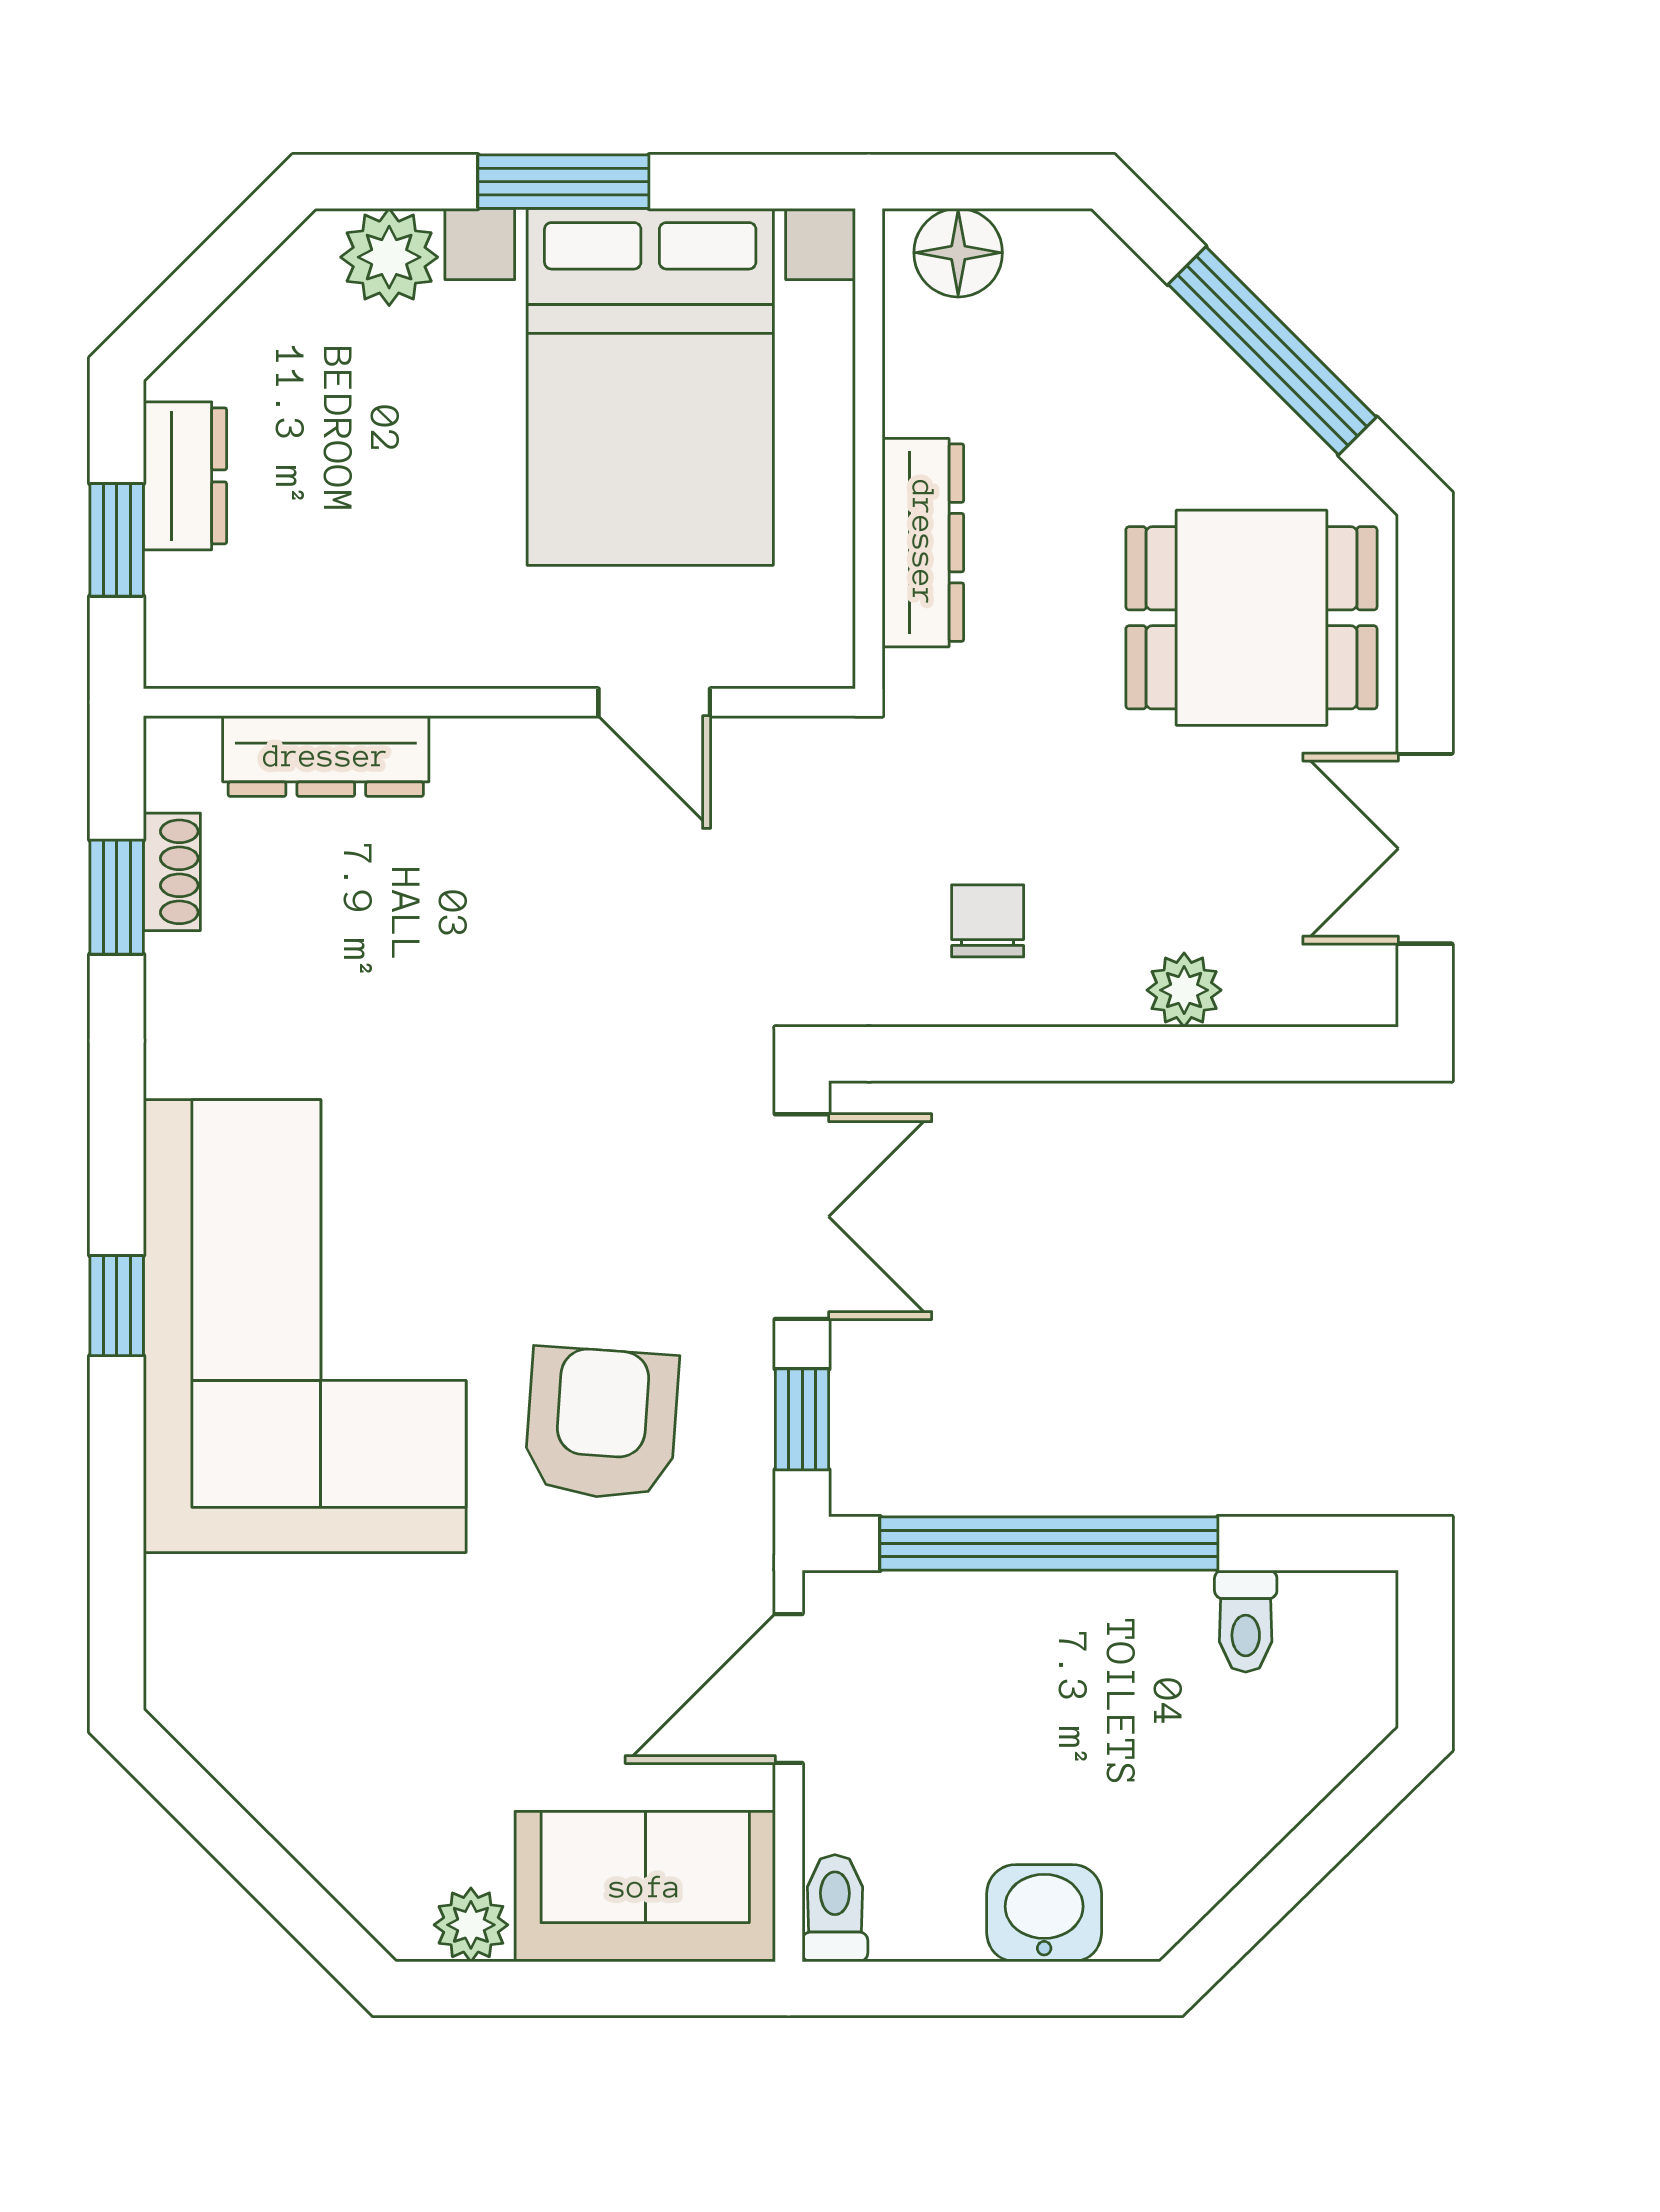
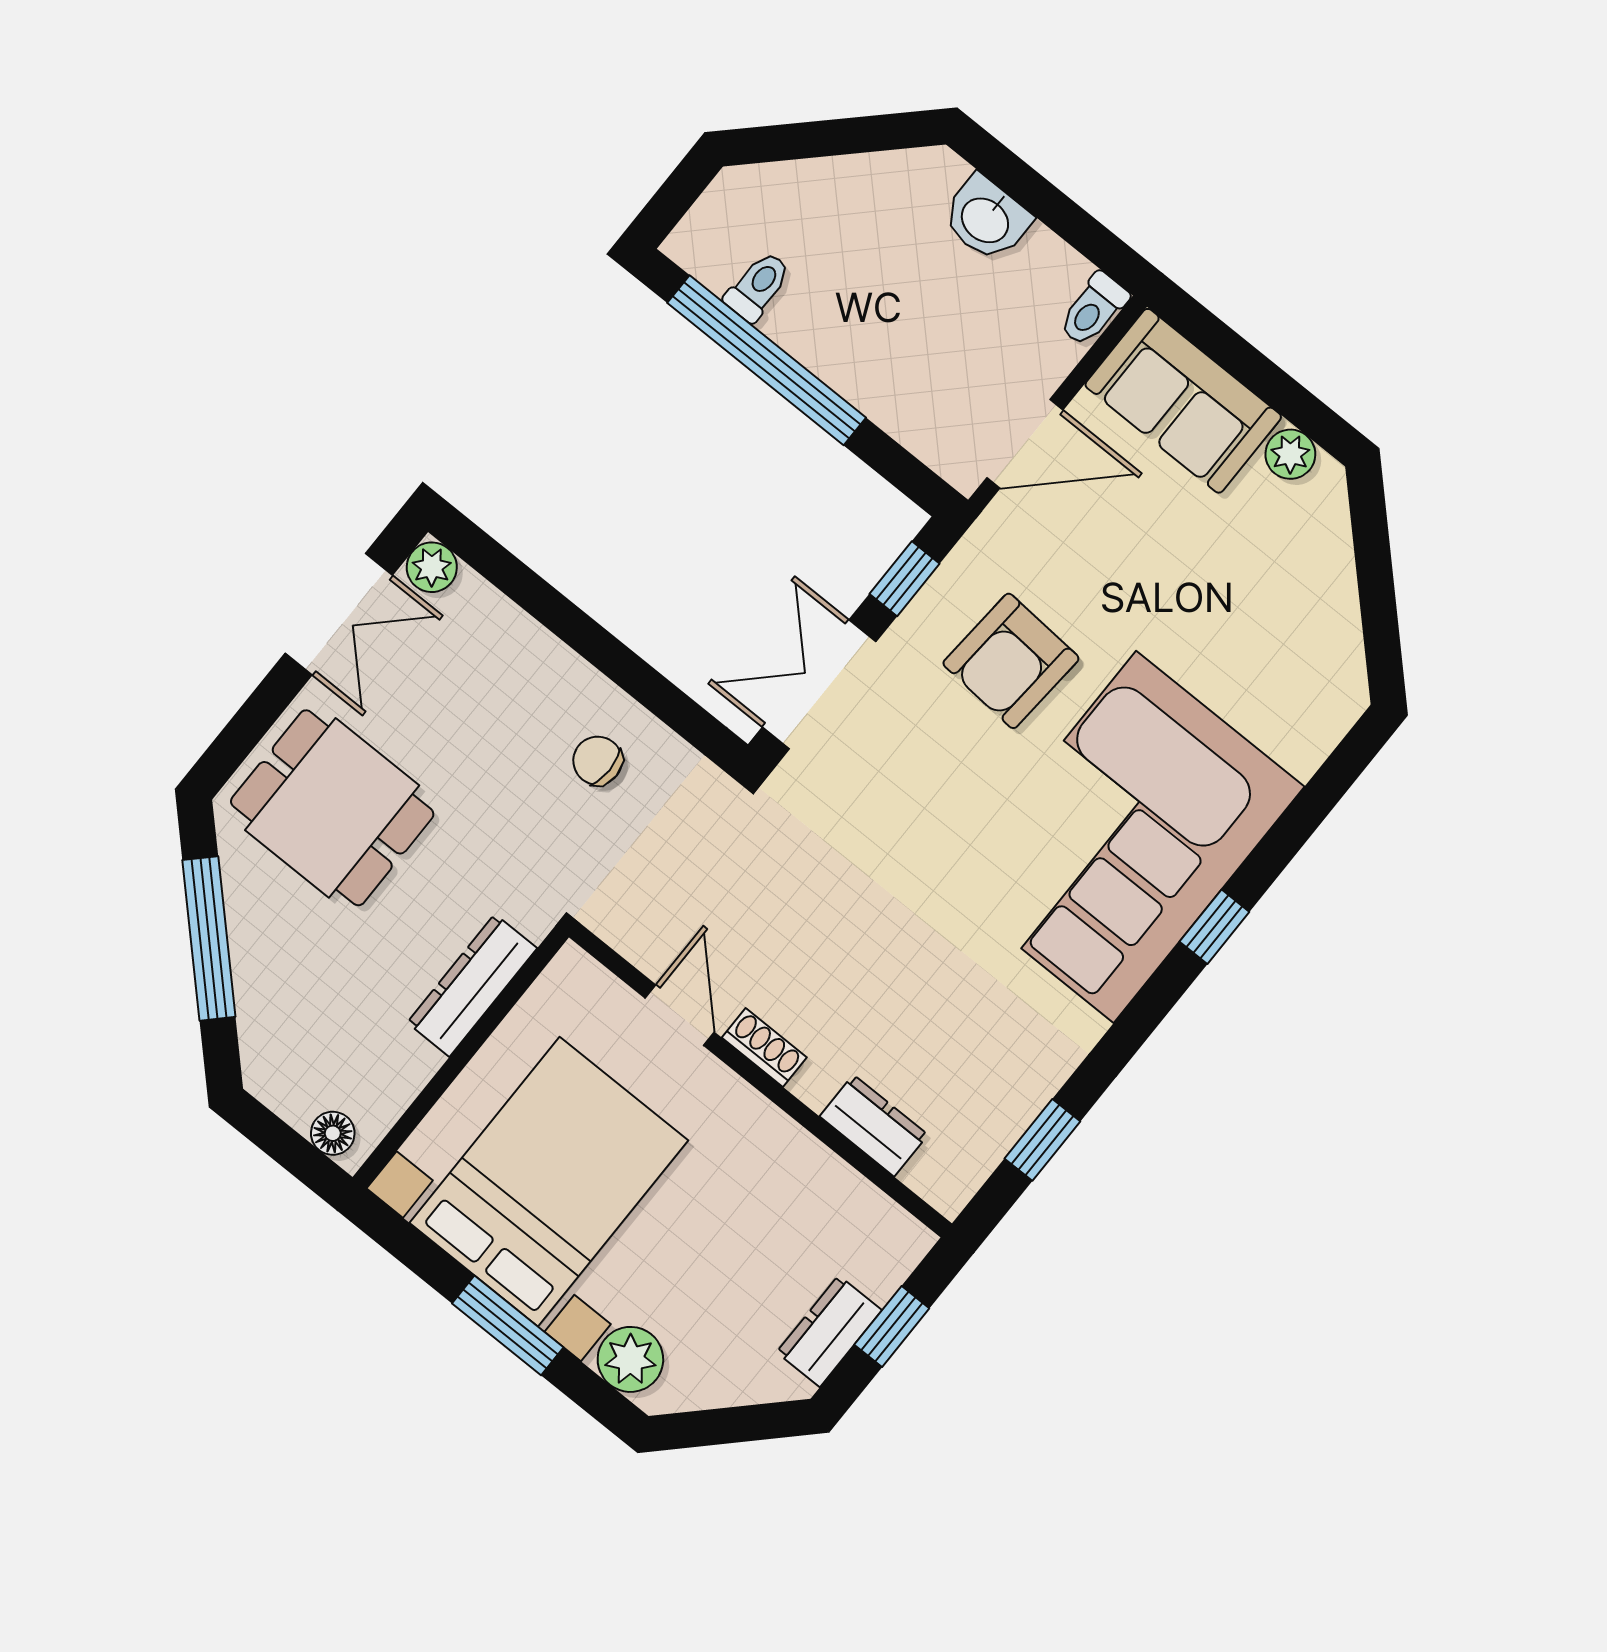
floor lamp: (958, 253) -> (333, 1133), width x0.73, depth x0.73
dresser: (326, 756) -> (874, 1126), width x0.70
shoe rack: (172, 872) -> (764, 1047), moved, turned 90
chair: (988, 921) -> (598, 761), turned 90
plant: (1184, 990) -> (432, 567), moved
window: (1049, 1543) -> (767, 360), moved

